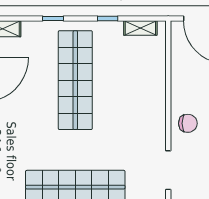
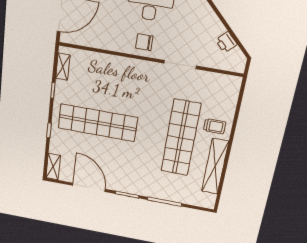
chair: (188, 123) -> (144, 42), turned -90

